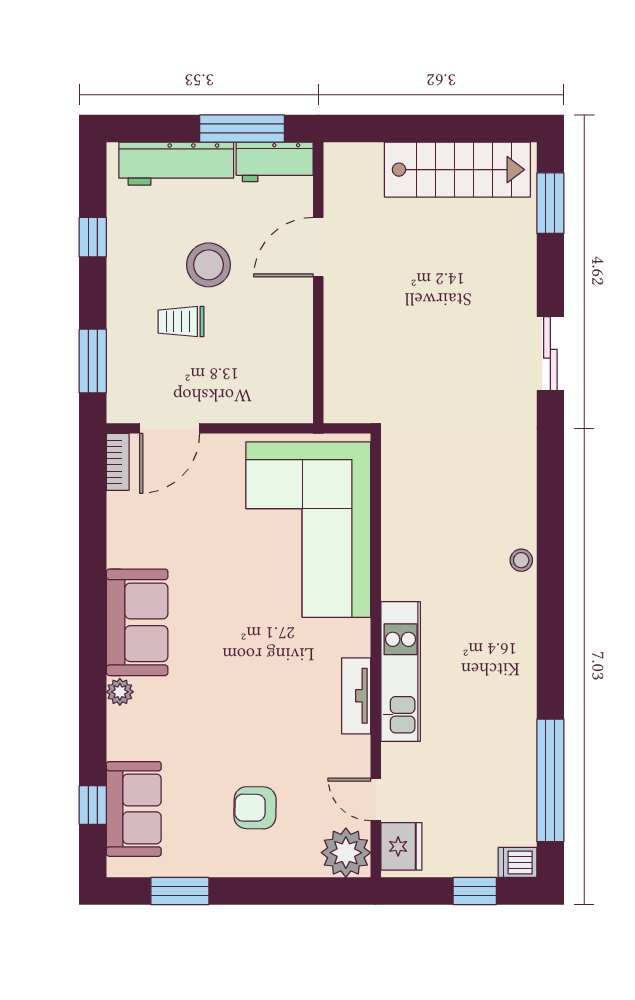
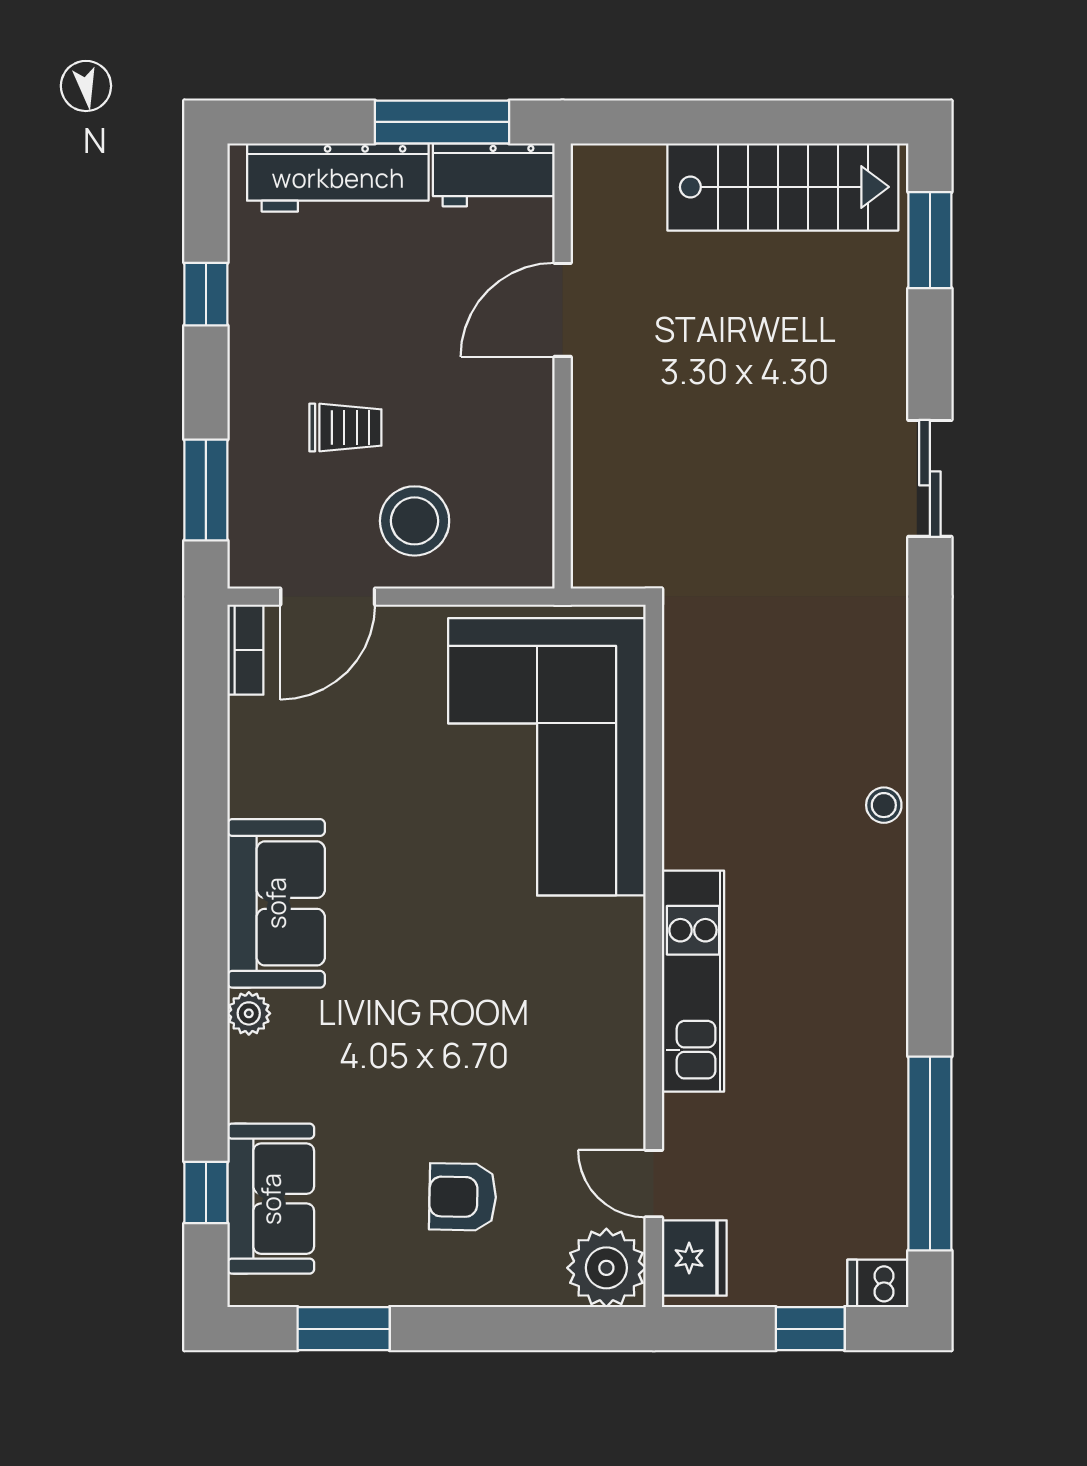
stool: (209, 265) -> (415, 521), moved
trolley: (181, 322) -> (345, 427), turned 180
tv unit: (356, 696) -> (623, 1020), removed

